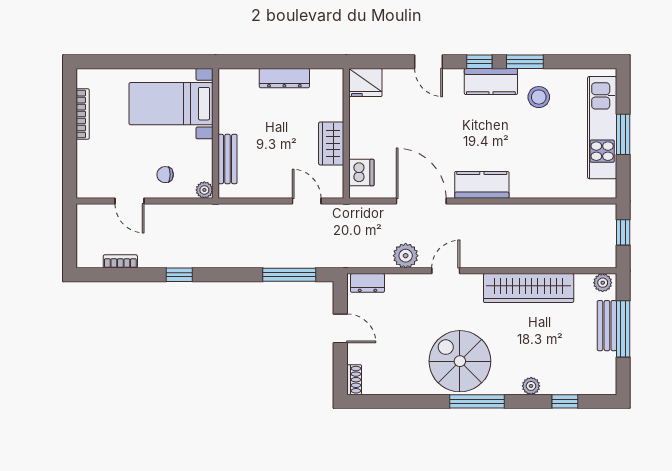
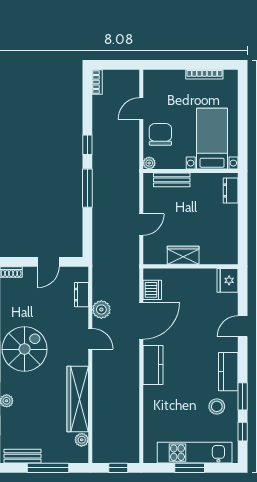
window: (479, 62) -> (243, 432), moved
dresser: (284, 78) -> (231, 191), moved, width x0.70
dishwasher: (361, 173) -> (152, 290), moved, turned -90
chair: (165, 175) -> (160, 134), width x1.87, depth x1.87
door: (307, 201) -> (141, 225), moved
bookcase: (120, 261) -> (97, 82), moved
window: (289, 275) -> (87, 188), moved
dresser: (368, 283) -> (82, 295), moved
plant: (603, 283) -> (82, 440), moved
bench: (607, 326) -> (22, 456), moved

